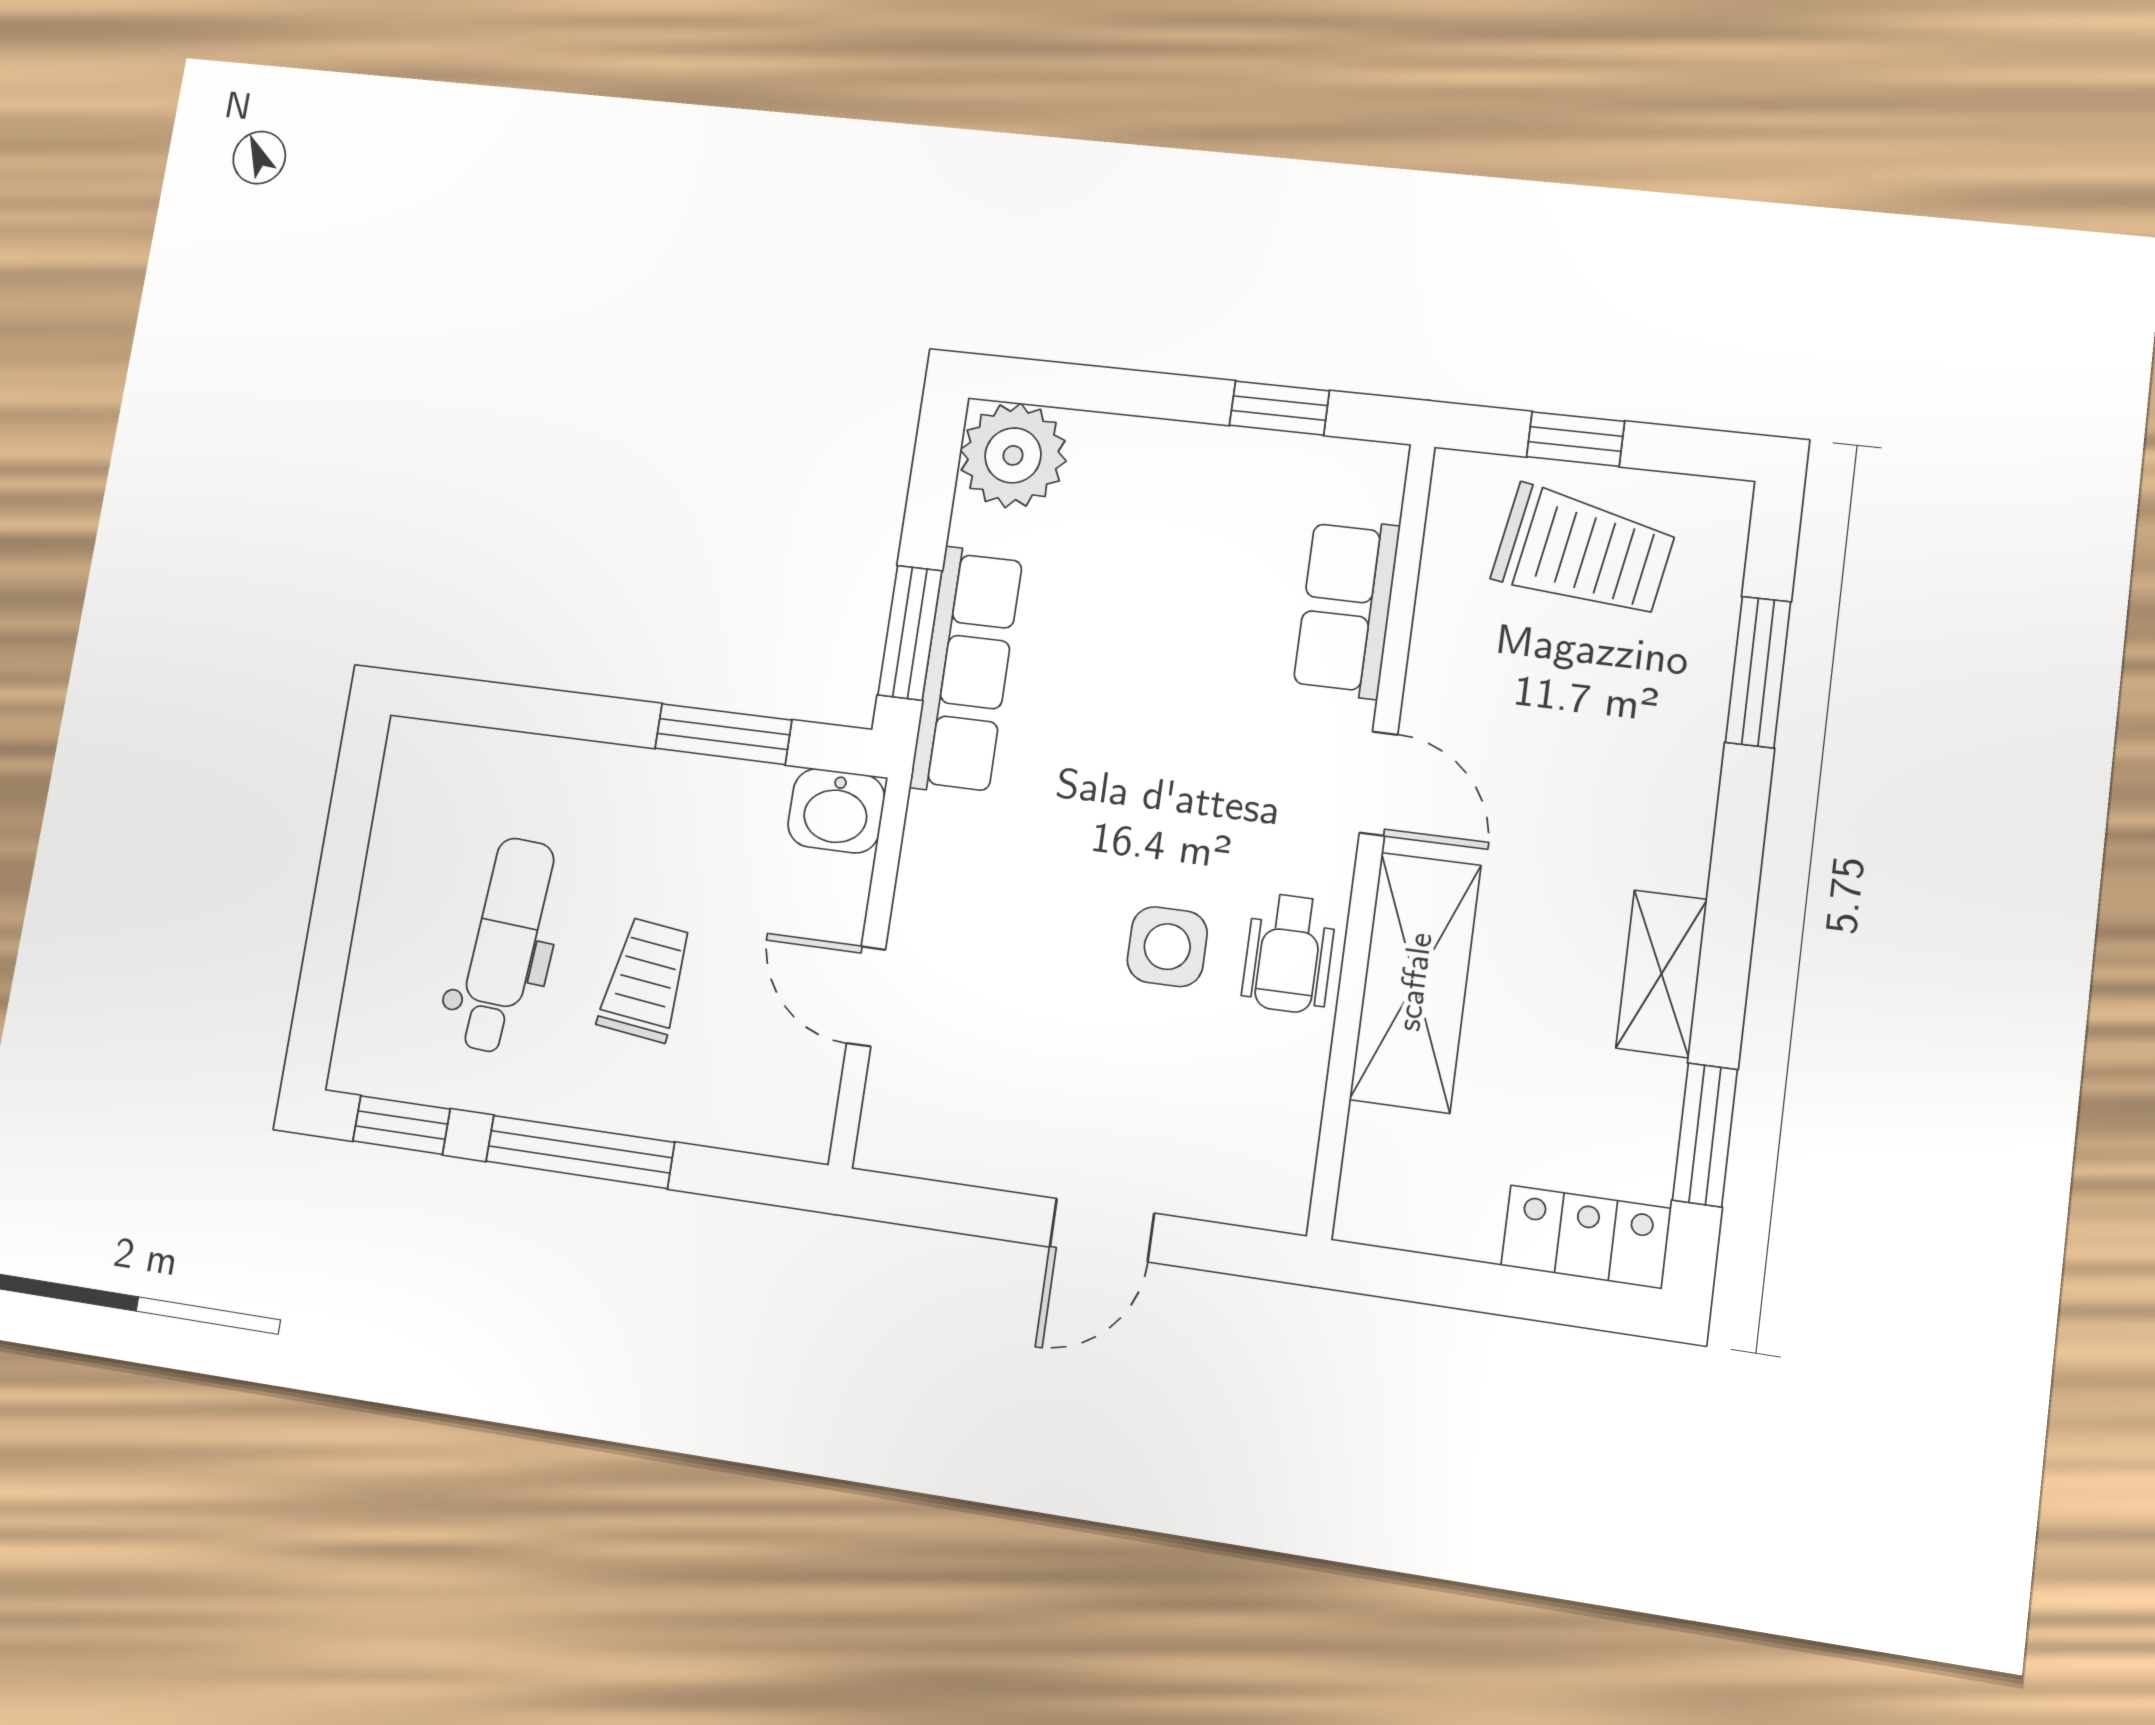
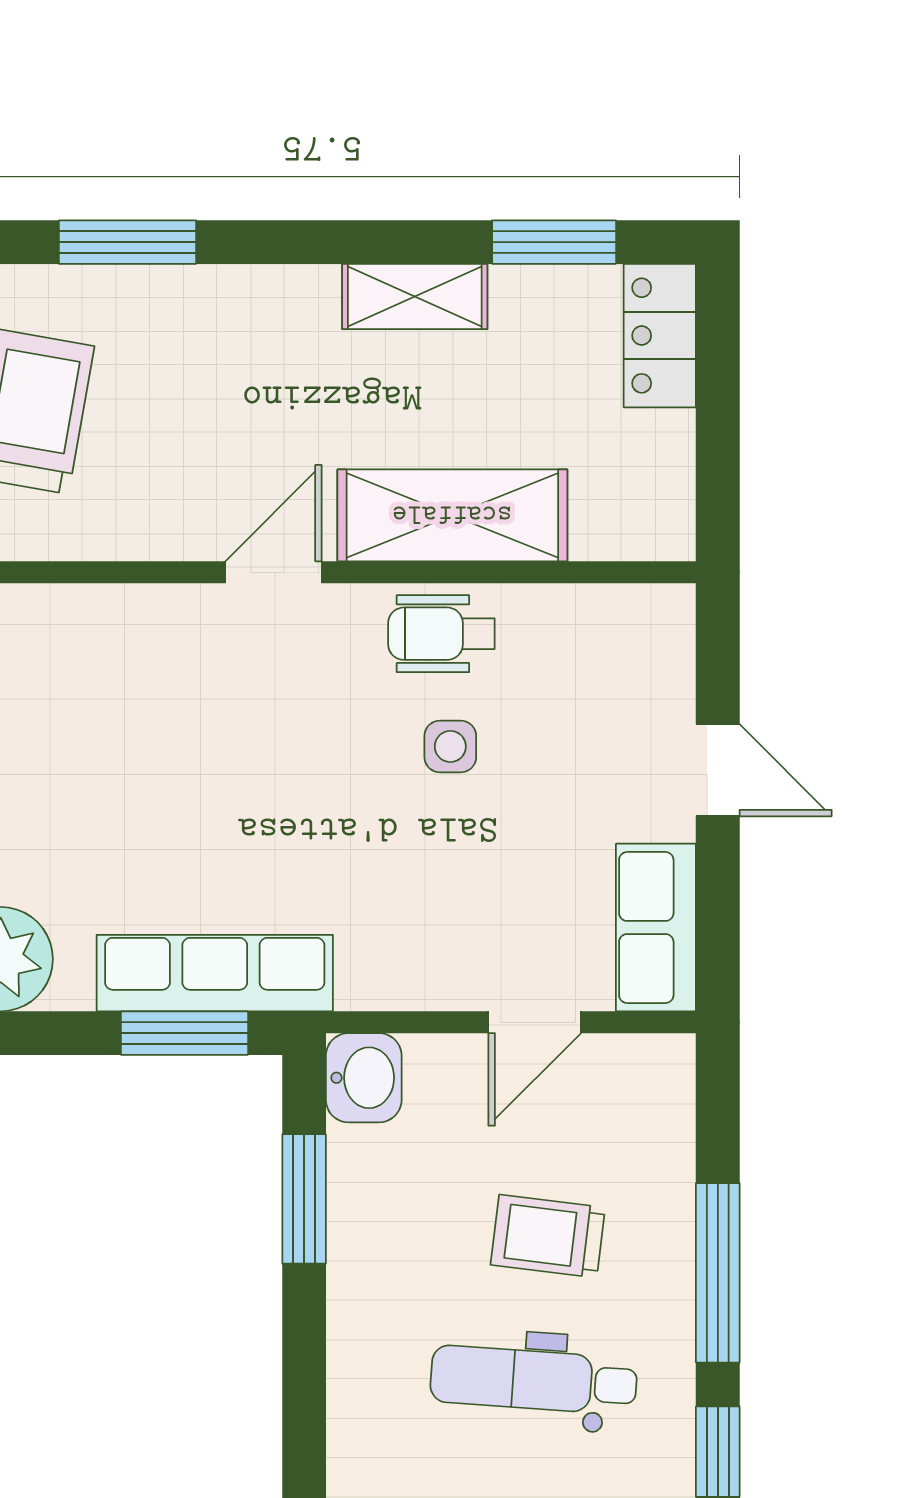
row of seats: (1346, 608) -> (656, 928), moved, turned 90
side table: (1167, 947) -> (450, 746), width x0.73, depth x0.73
wheelchair: (1289, 953) -> (441, 634), turned 180

